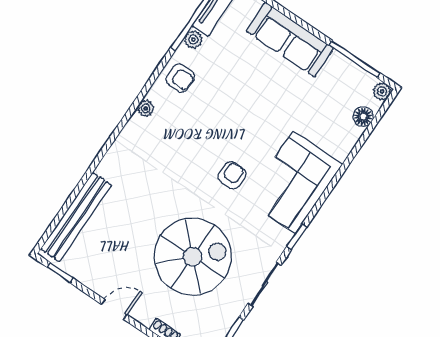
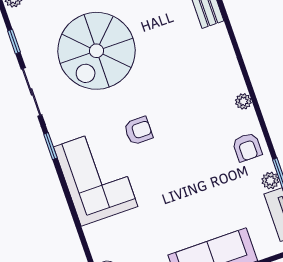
armchair: (180, 78) -> (247, 147), turned -90
armchair: (232, 175) -> (138, 131), turned -90

